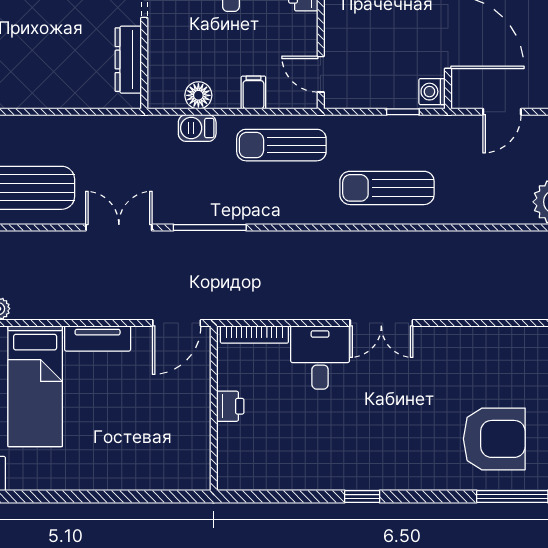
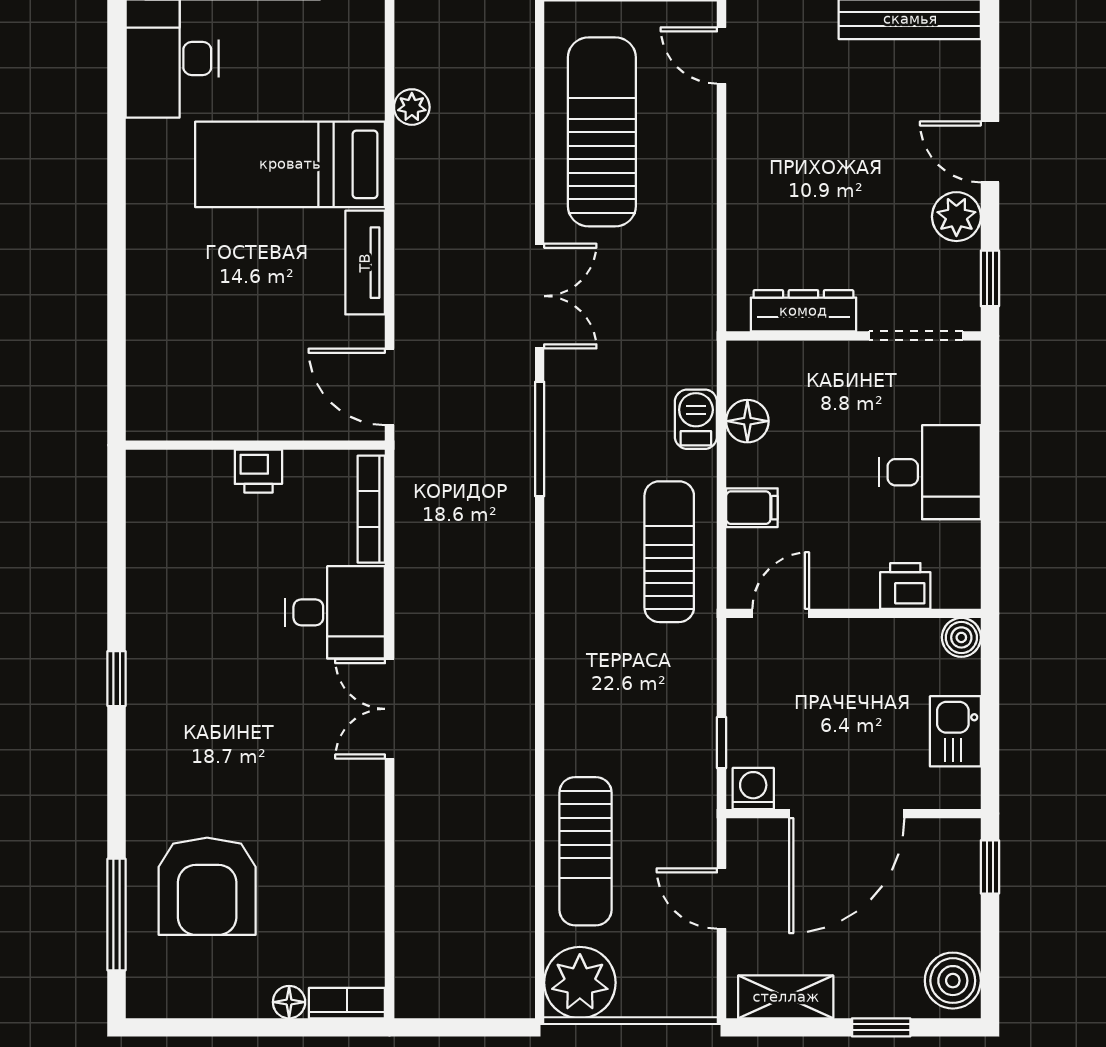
sun lounger: (387, 188) -> (585, 851), moved, turned 180

